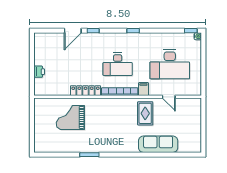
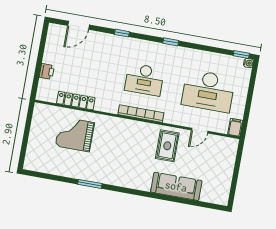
door: (73, 31) -> (79, 25), moved
filing cabinet: (143, 89) -> (235, 127), moved
locker: (86, 91) -> (76, 101), moved
door: (169, 97) -> (200, 131), hinge flipped

